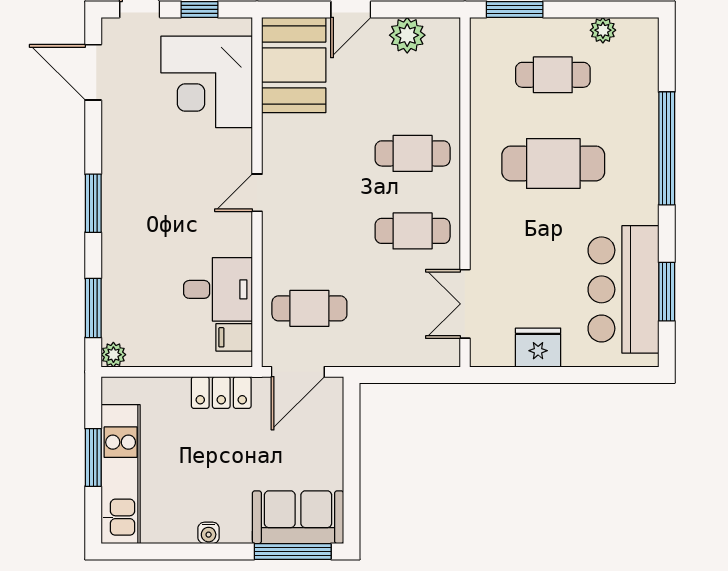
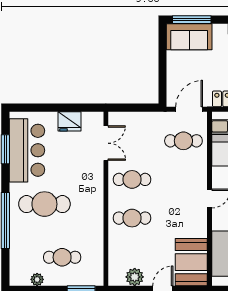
cafe table: (553, 163) -> (44, 204), moved

